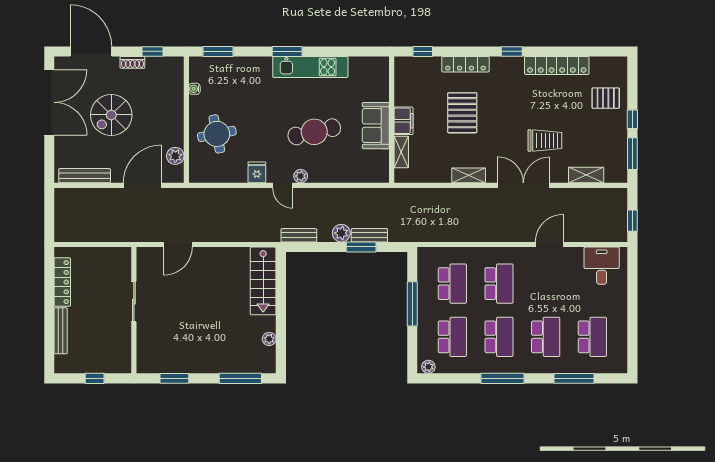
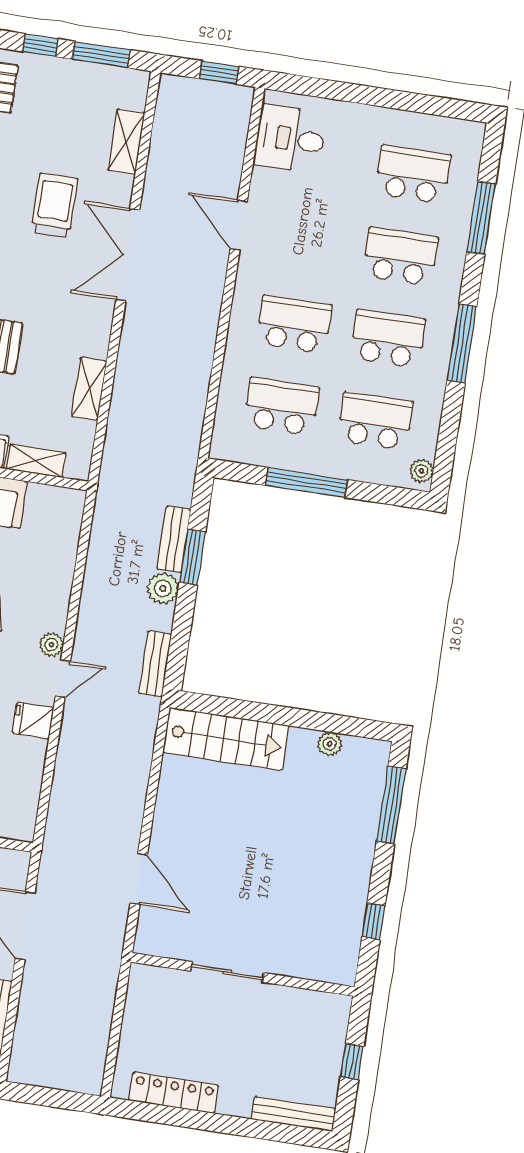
shelving: (469, 175) -> (89, 389), moved
bench: (61, 331) -> (293, 1114), moved
window: (174, 378) -> (374, 921), width x0.67

